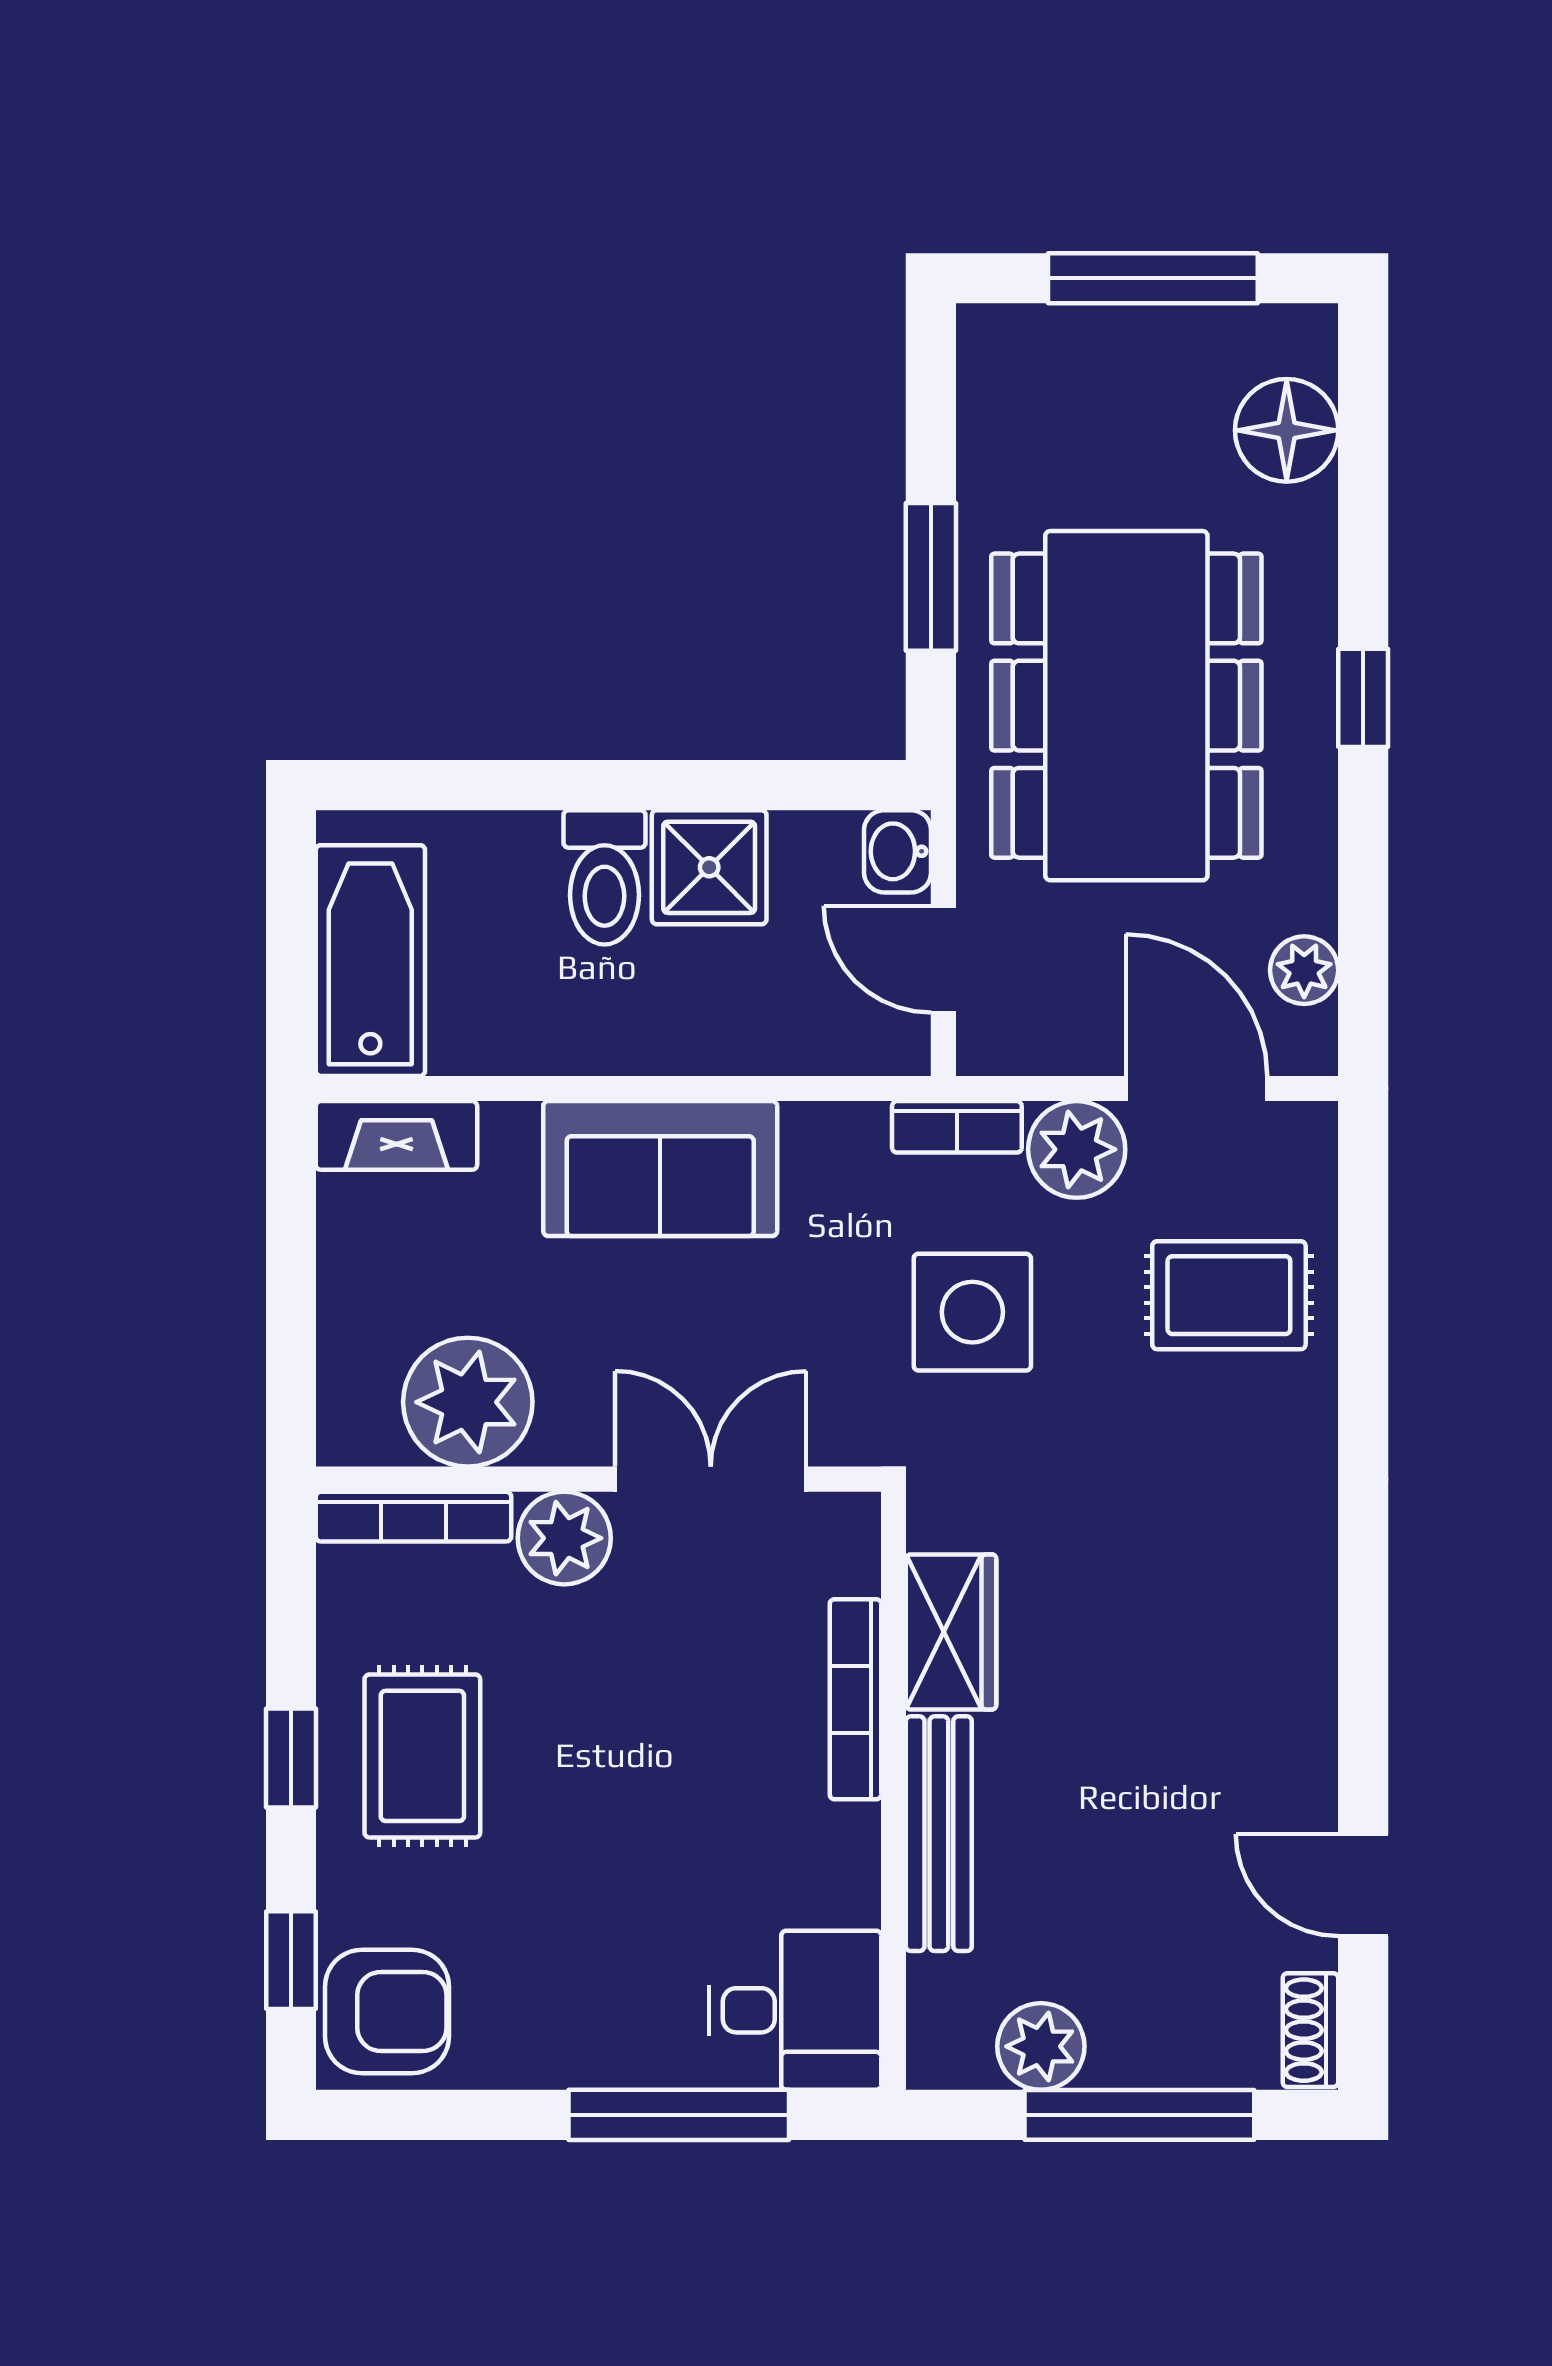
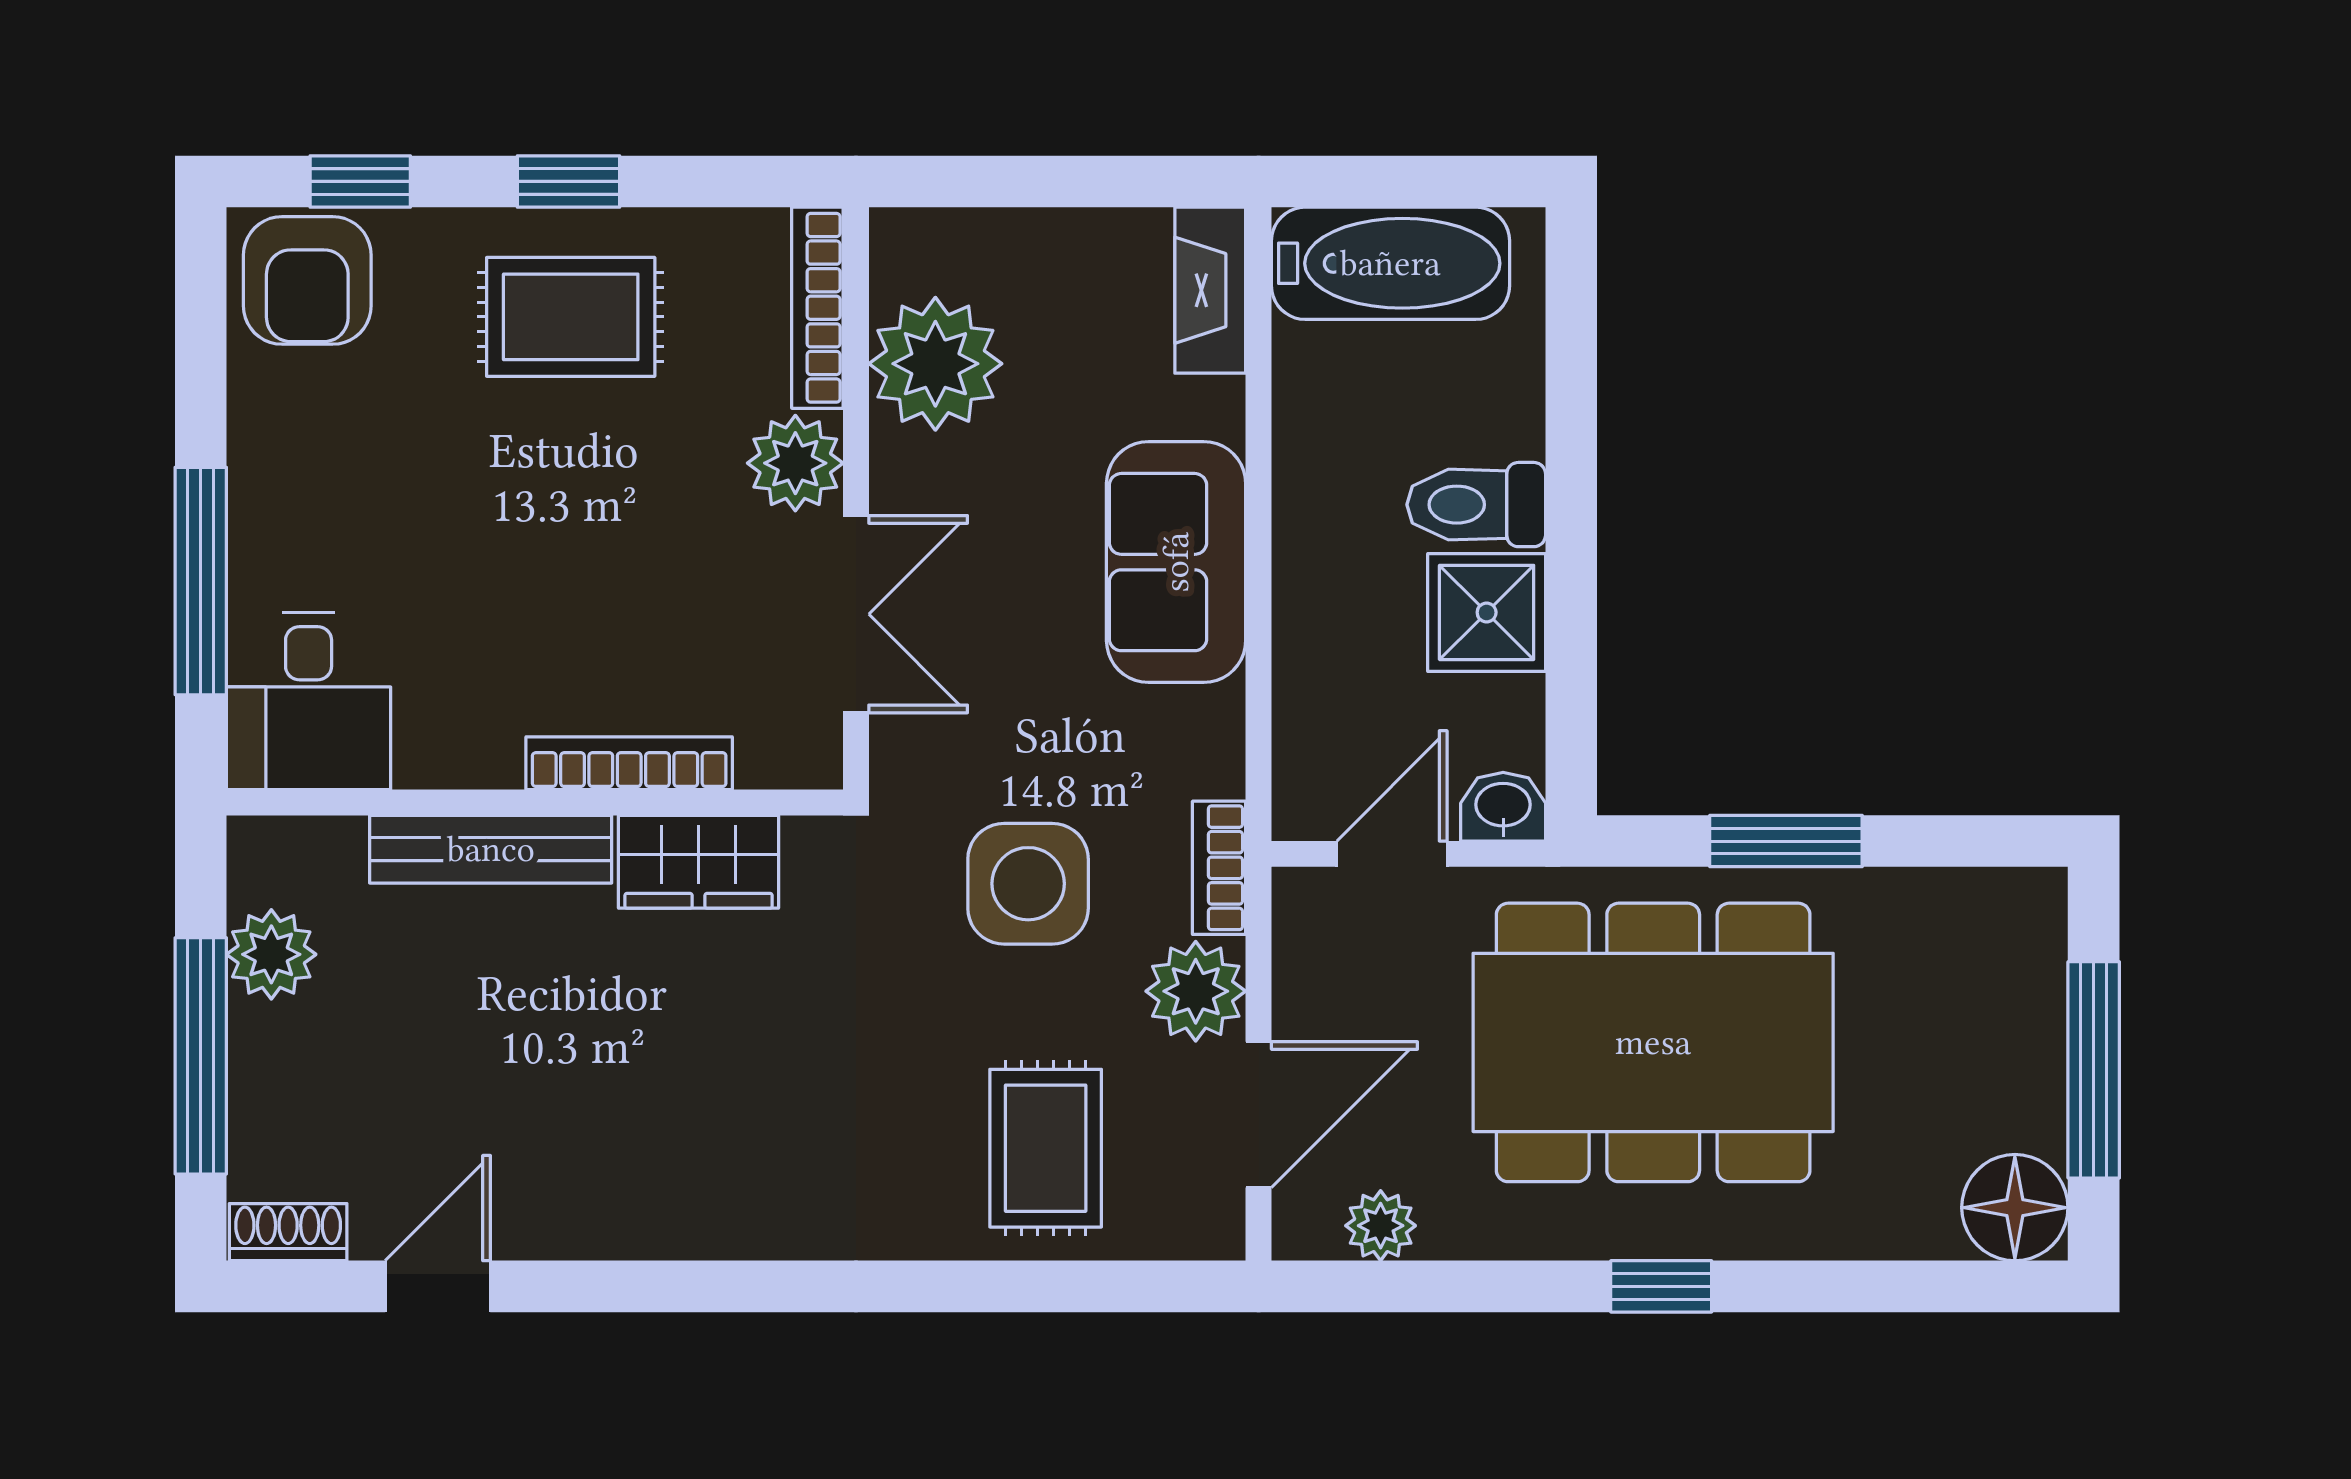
floor lamp: (1287, 430) -> (2015, 1208), moved

